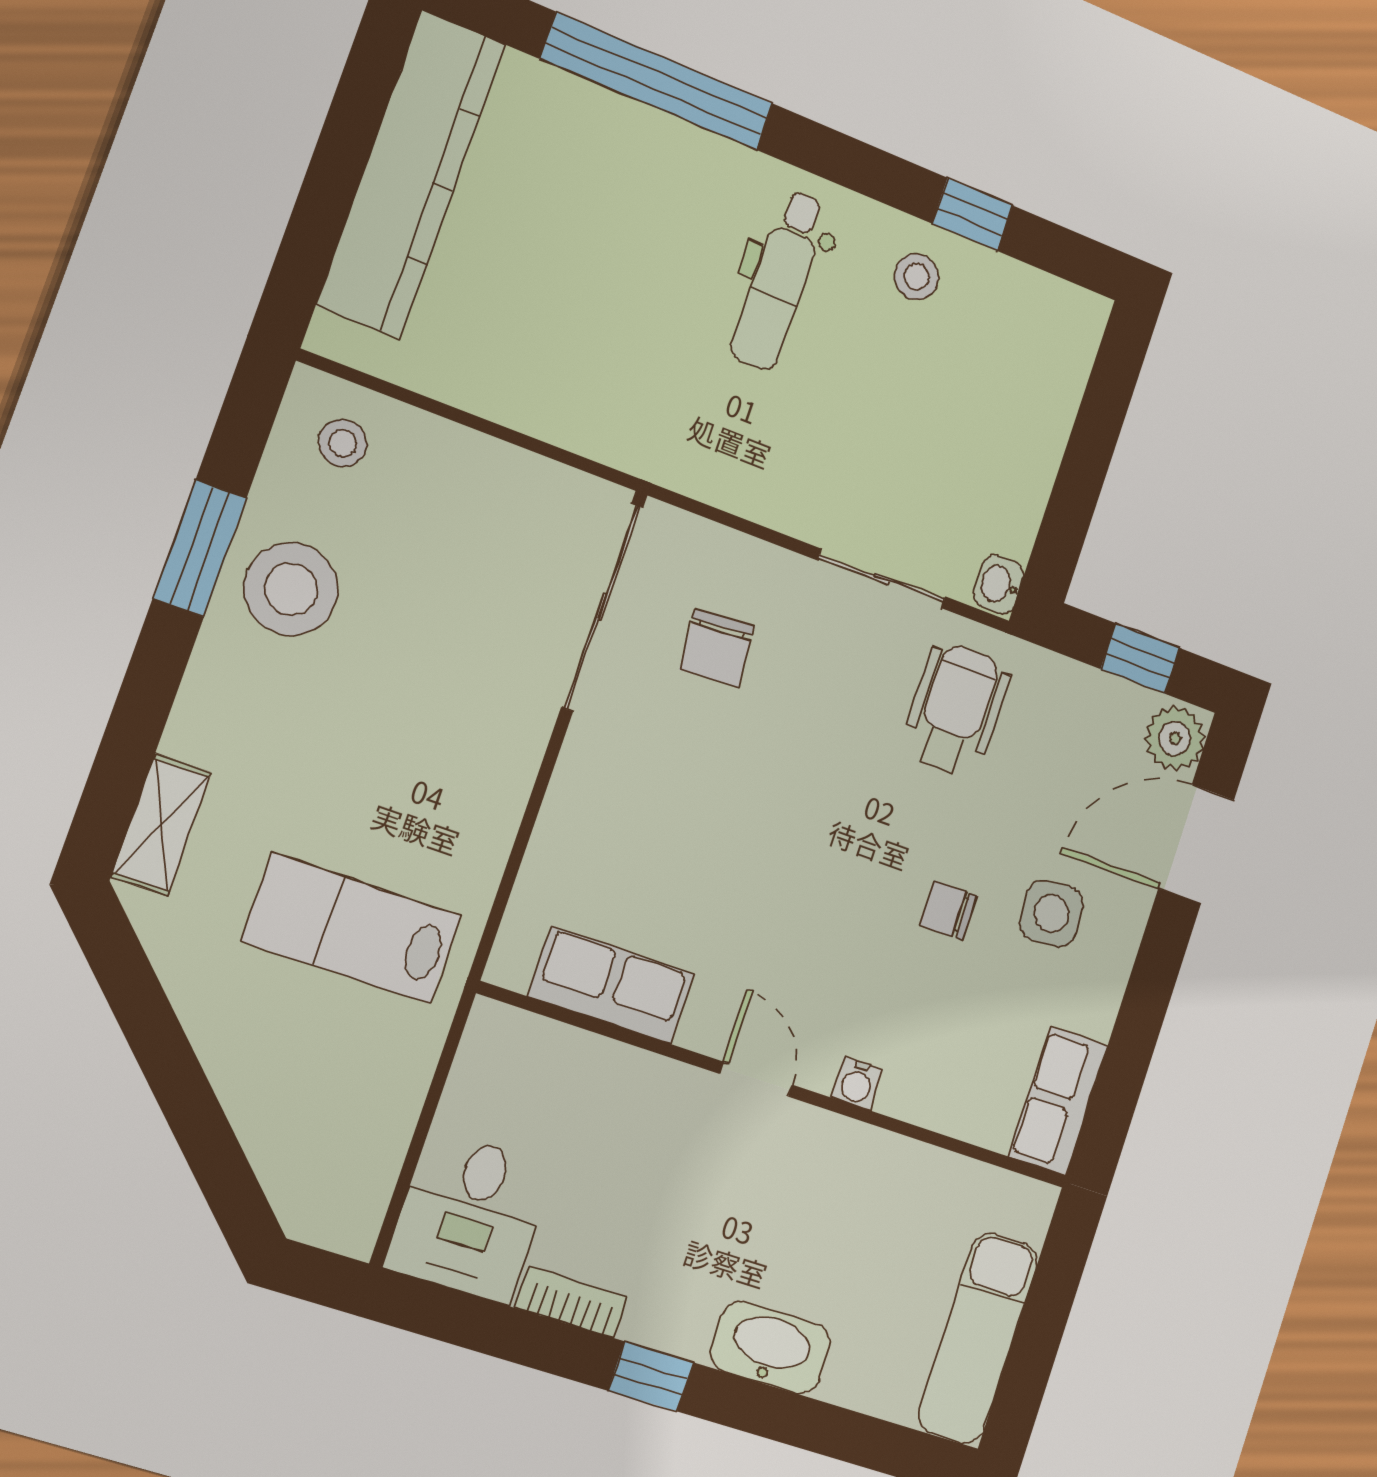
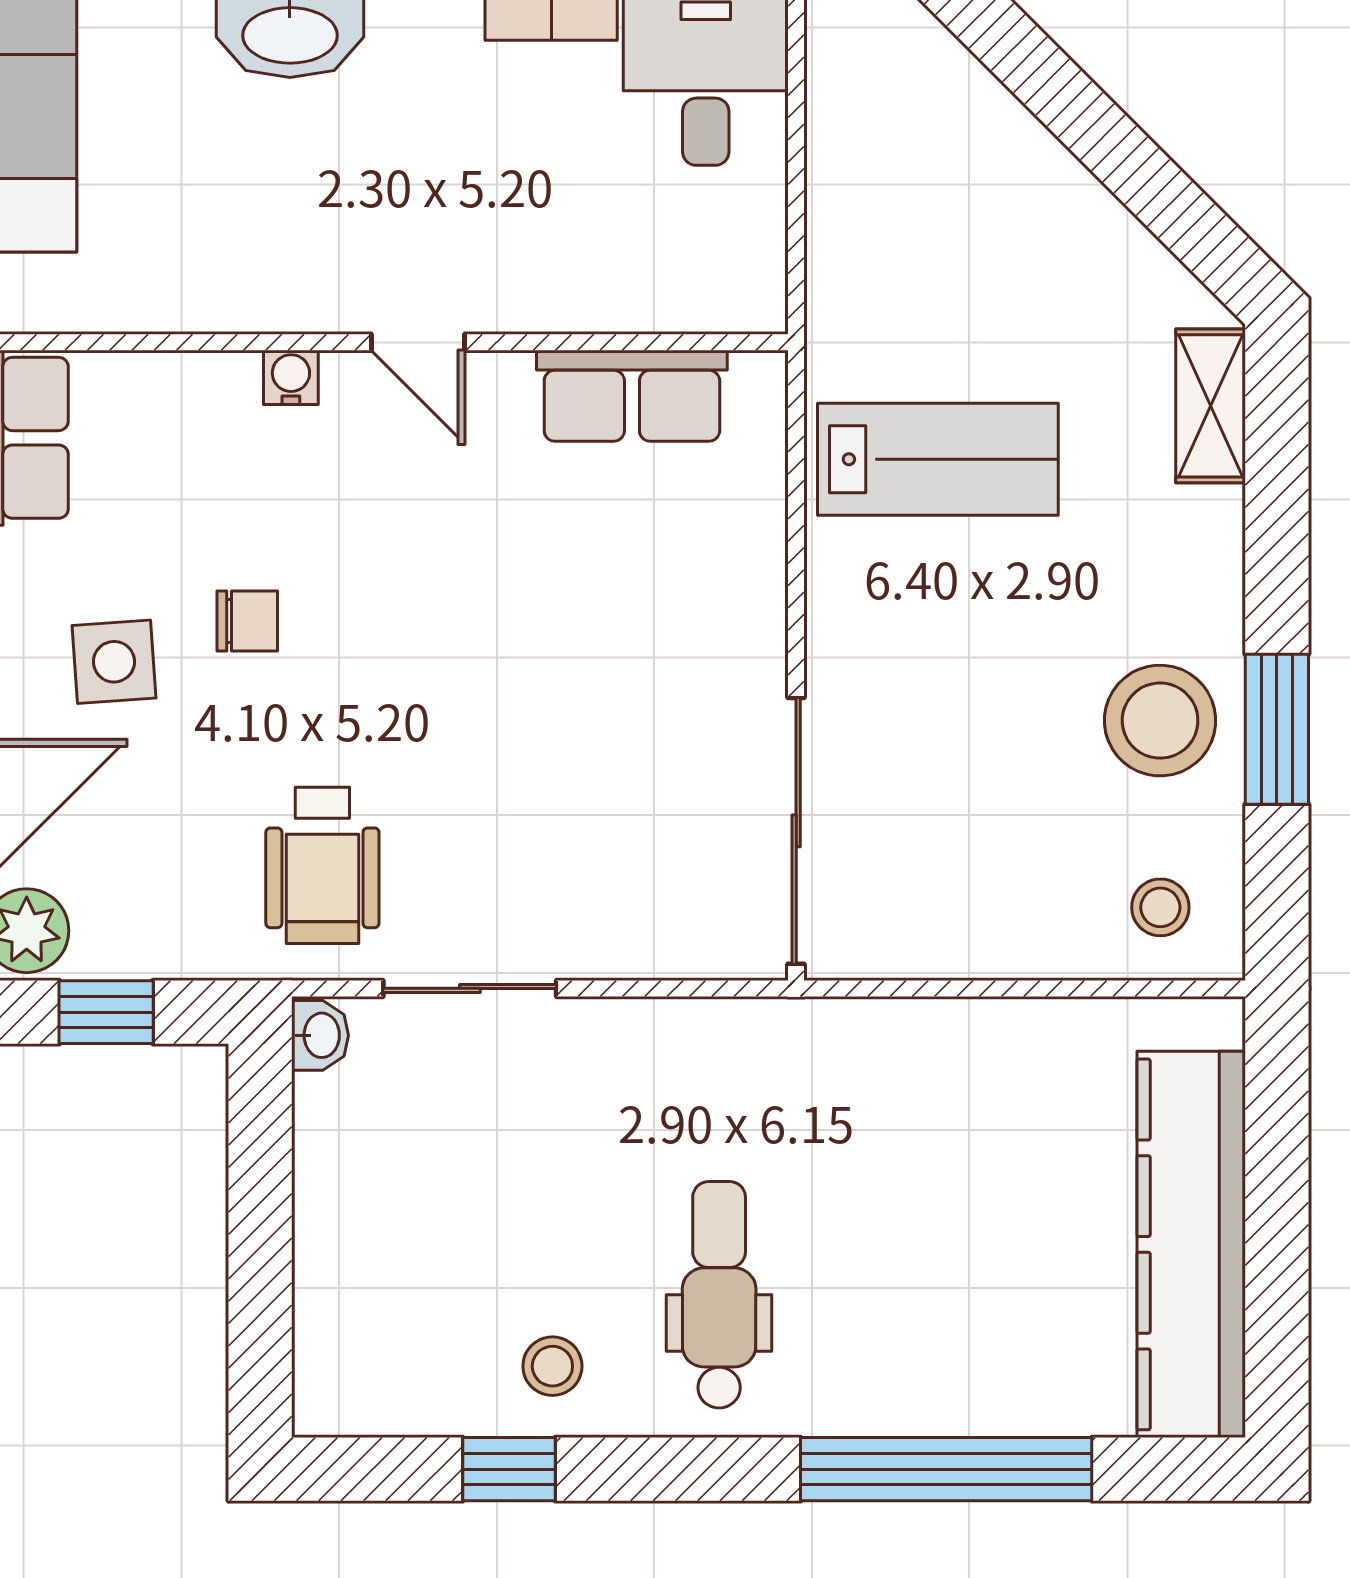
chair: (717, 648) -> (643, 833), removed
lab bench: (352, 928) -> (938, 459), moved

